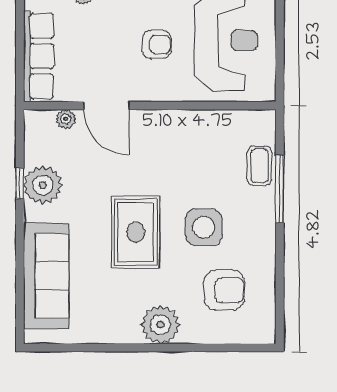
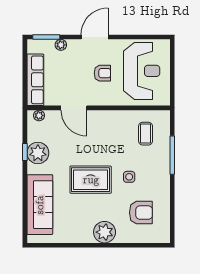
plant: (66, 119) -> (39, 115), moved
coffee table: (259, 166) -> (146, 134), moved
side table: (204, 227) -> (129, 177), width x0.54, depth x0.54
rug: (136, 232) -> (91, 180), turned 90

